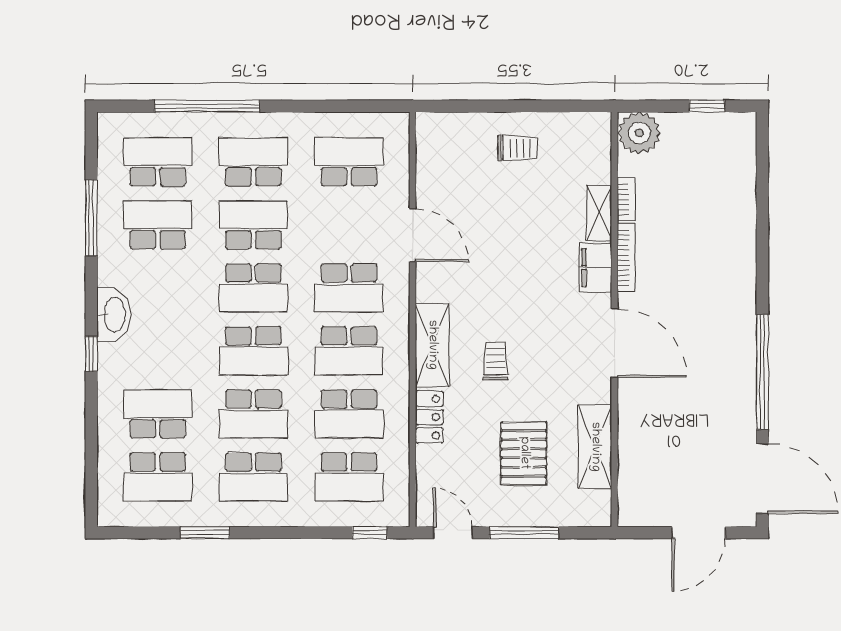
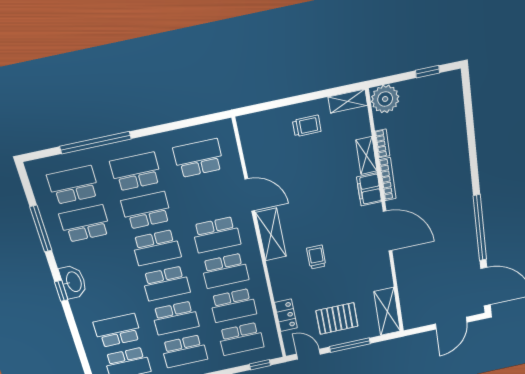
shelving: (584, 124) -> (348, 101), added
shelving: (432, 345) -> (271, 235), moved
window: (91, 354) -> (61, 291), moved
locker: (429, 417) -> (286, 315), moved
shelving: (595, 447) -> (387, 311), moved
pallet: (524, 453) -> (337, 318), moved, turned 90

